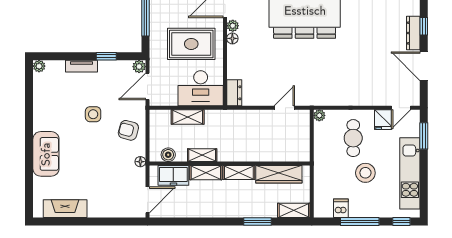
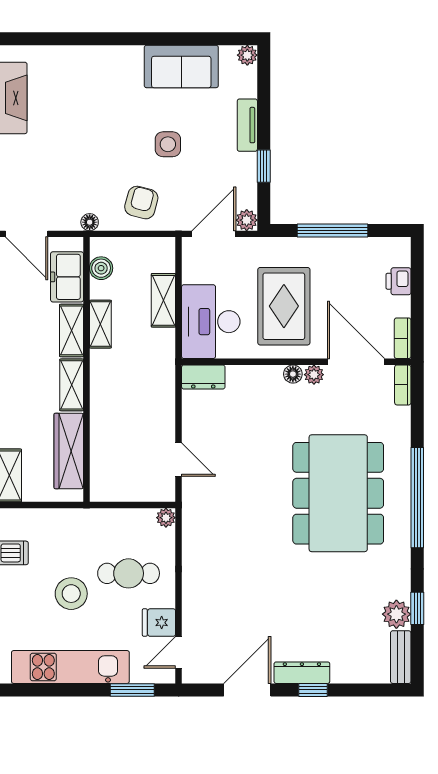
door: (147, 86) -> (214, 234), hinge flipped
door: (401, 108) -> (179, 652), hinge flipped
sofa: (46, 154) -> (181, 66), moved

